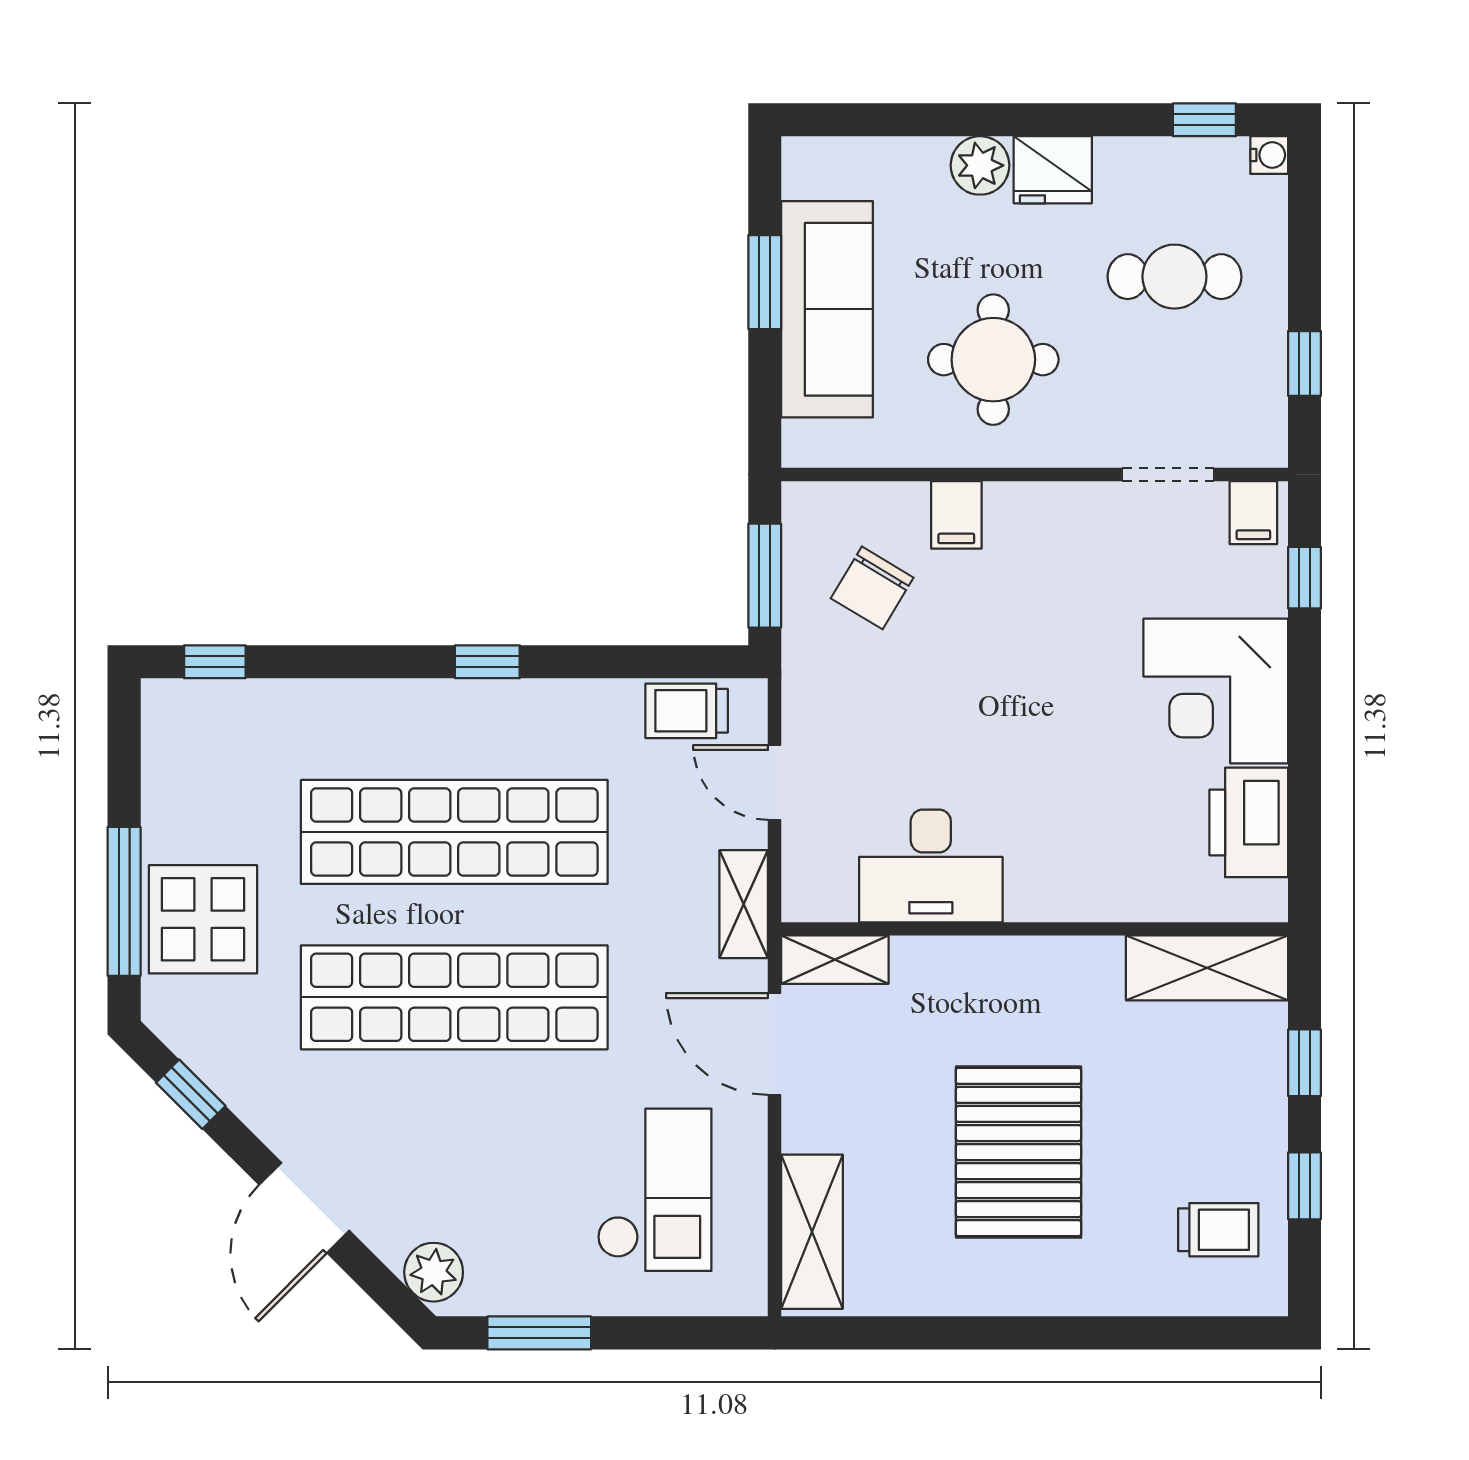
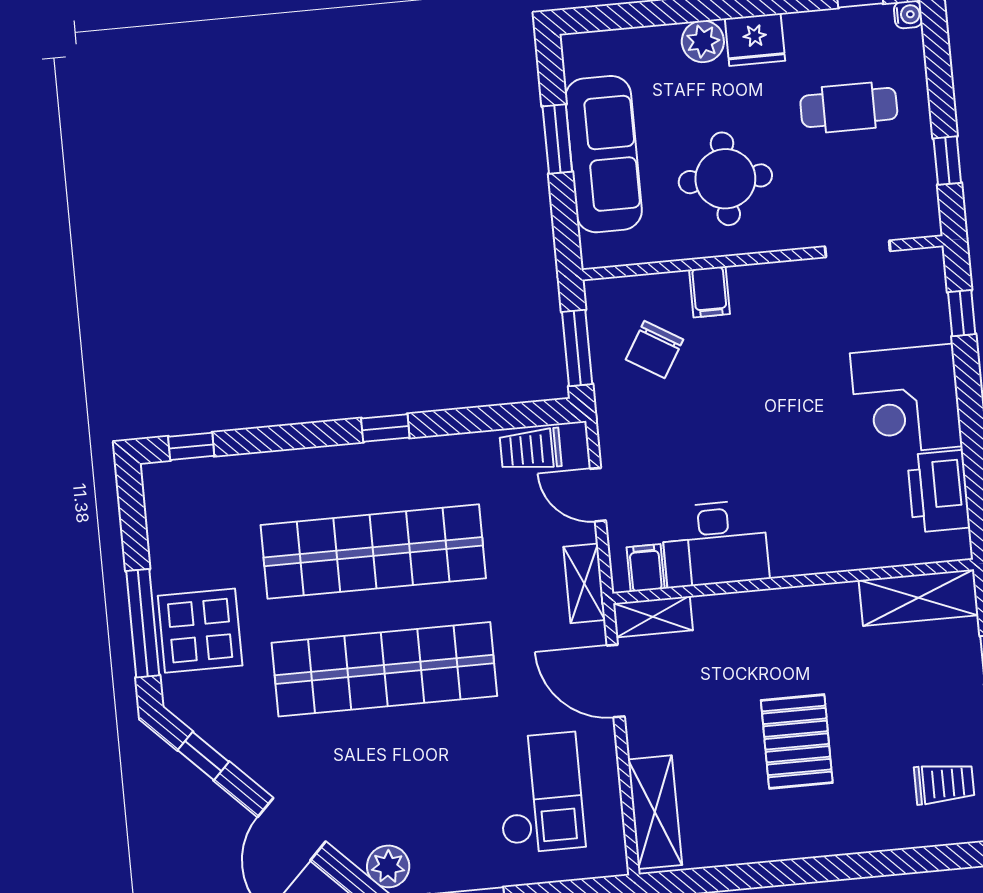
filing cabinet: (1253, 513) -> (646, 568), moved, turned 180
pallet: (1019, 1152) -> (797, 742), width x0.73, depth x0.71

